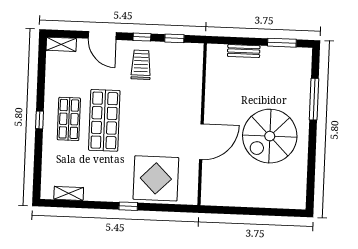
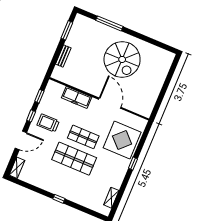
freezer: (192, 92) -> (77, 97), added
shop shelf: (69, 119) -> (83, 137), moved

